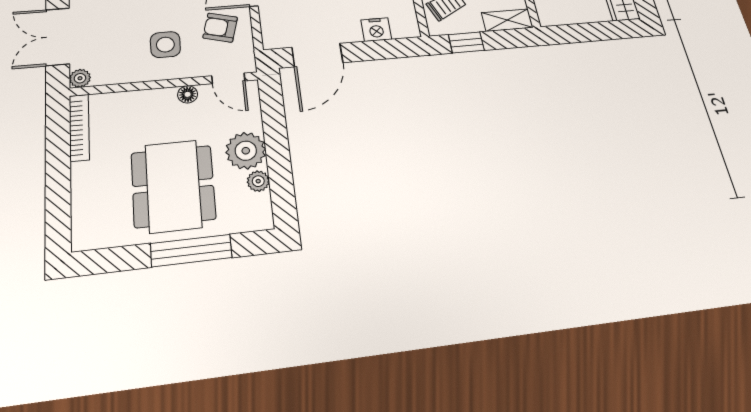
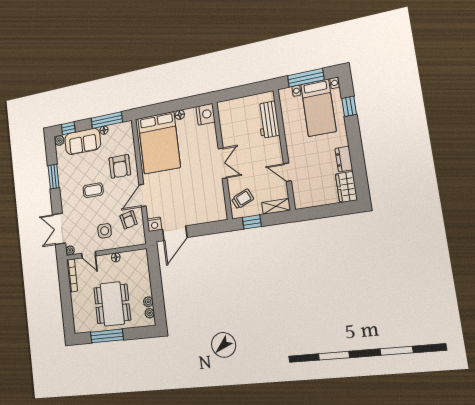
armchair: (220, 28) -> (129, 220), turned -118
nightstand: (376, 30) -> (154, 224), moved
door: (228, 78) -> (89, 255), moved
plant: (246, 151) -> (150, 313), moved, width x0.53, depth x0.53
window: (191, 251) -> (107, 336), moved

